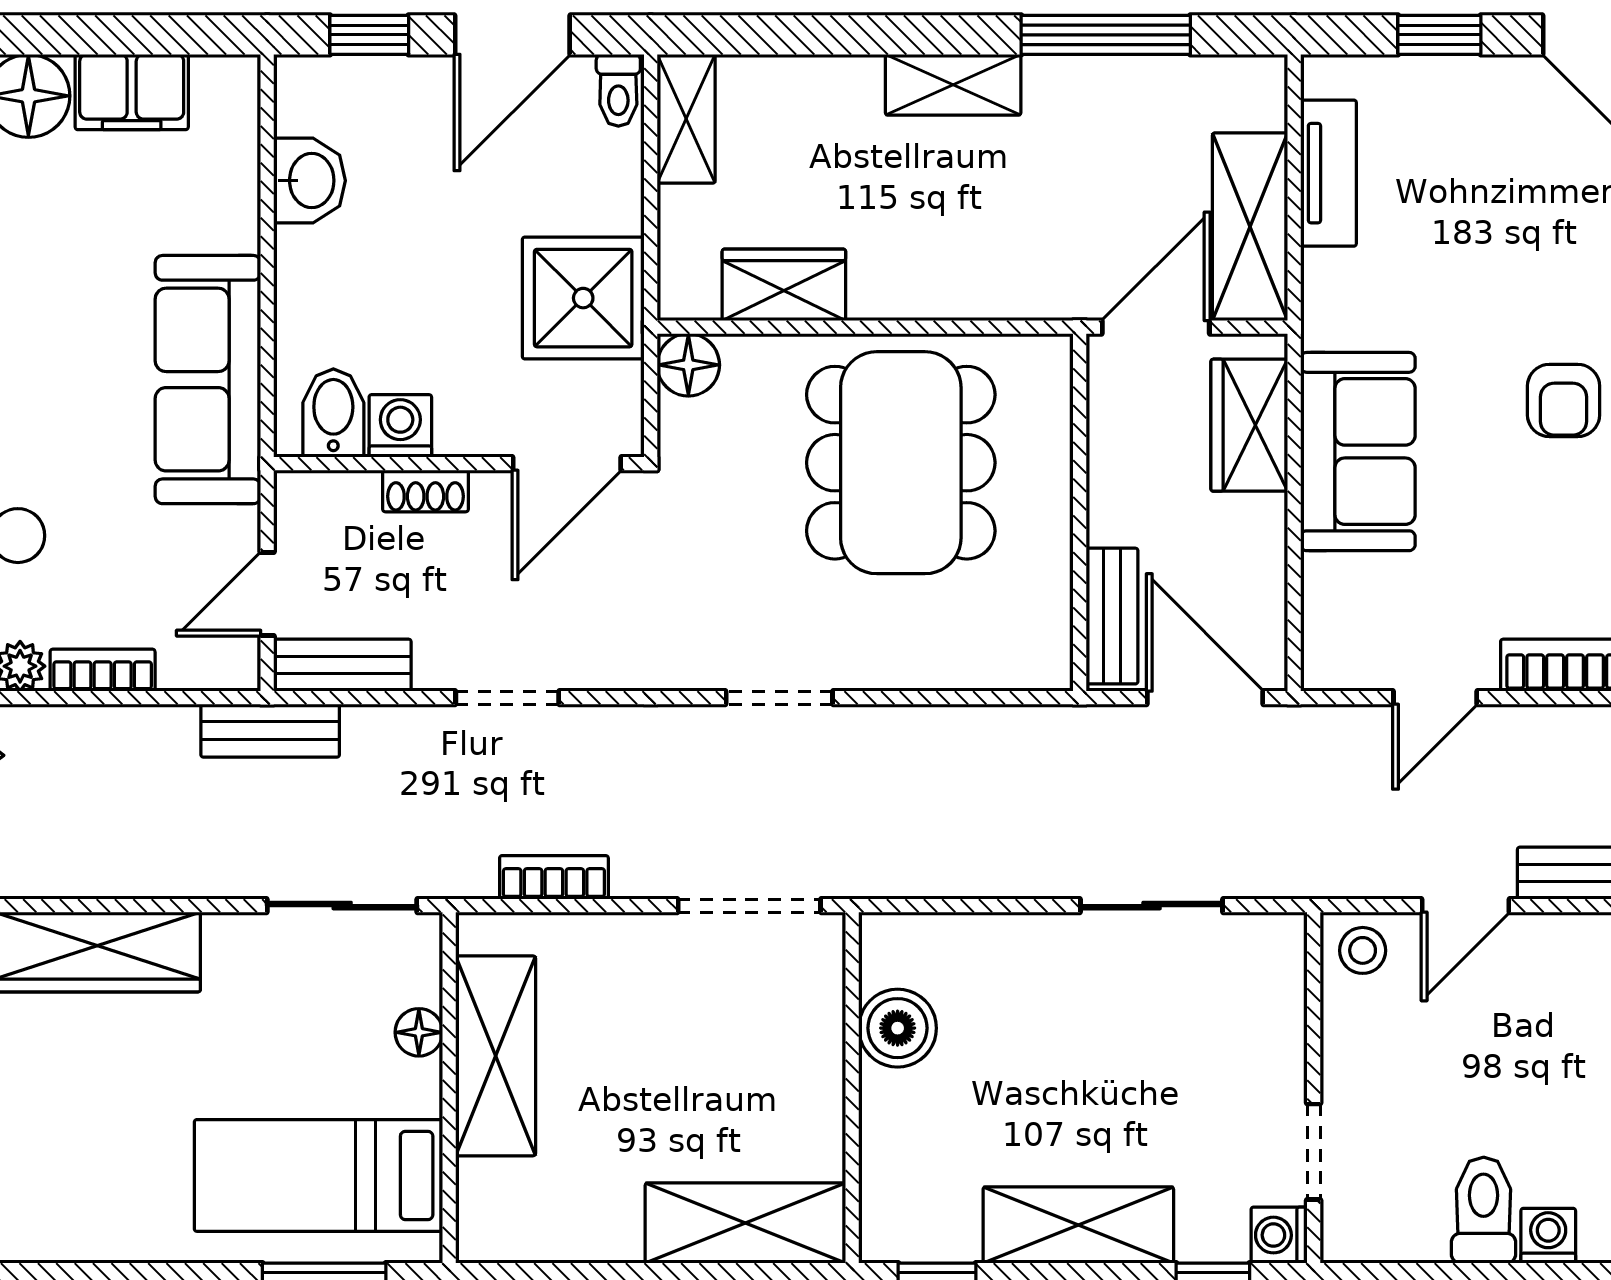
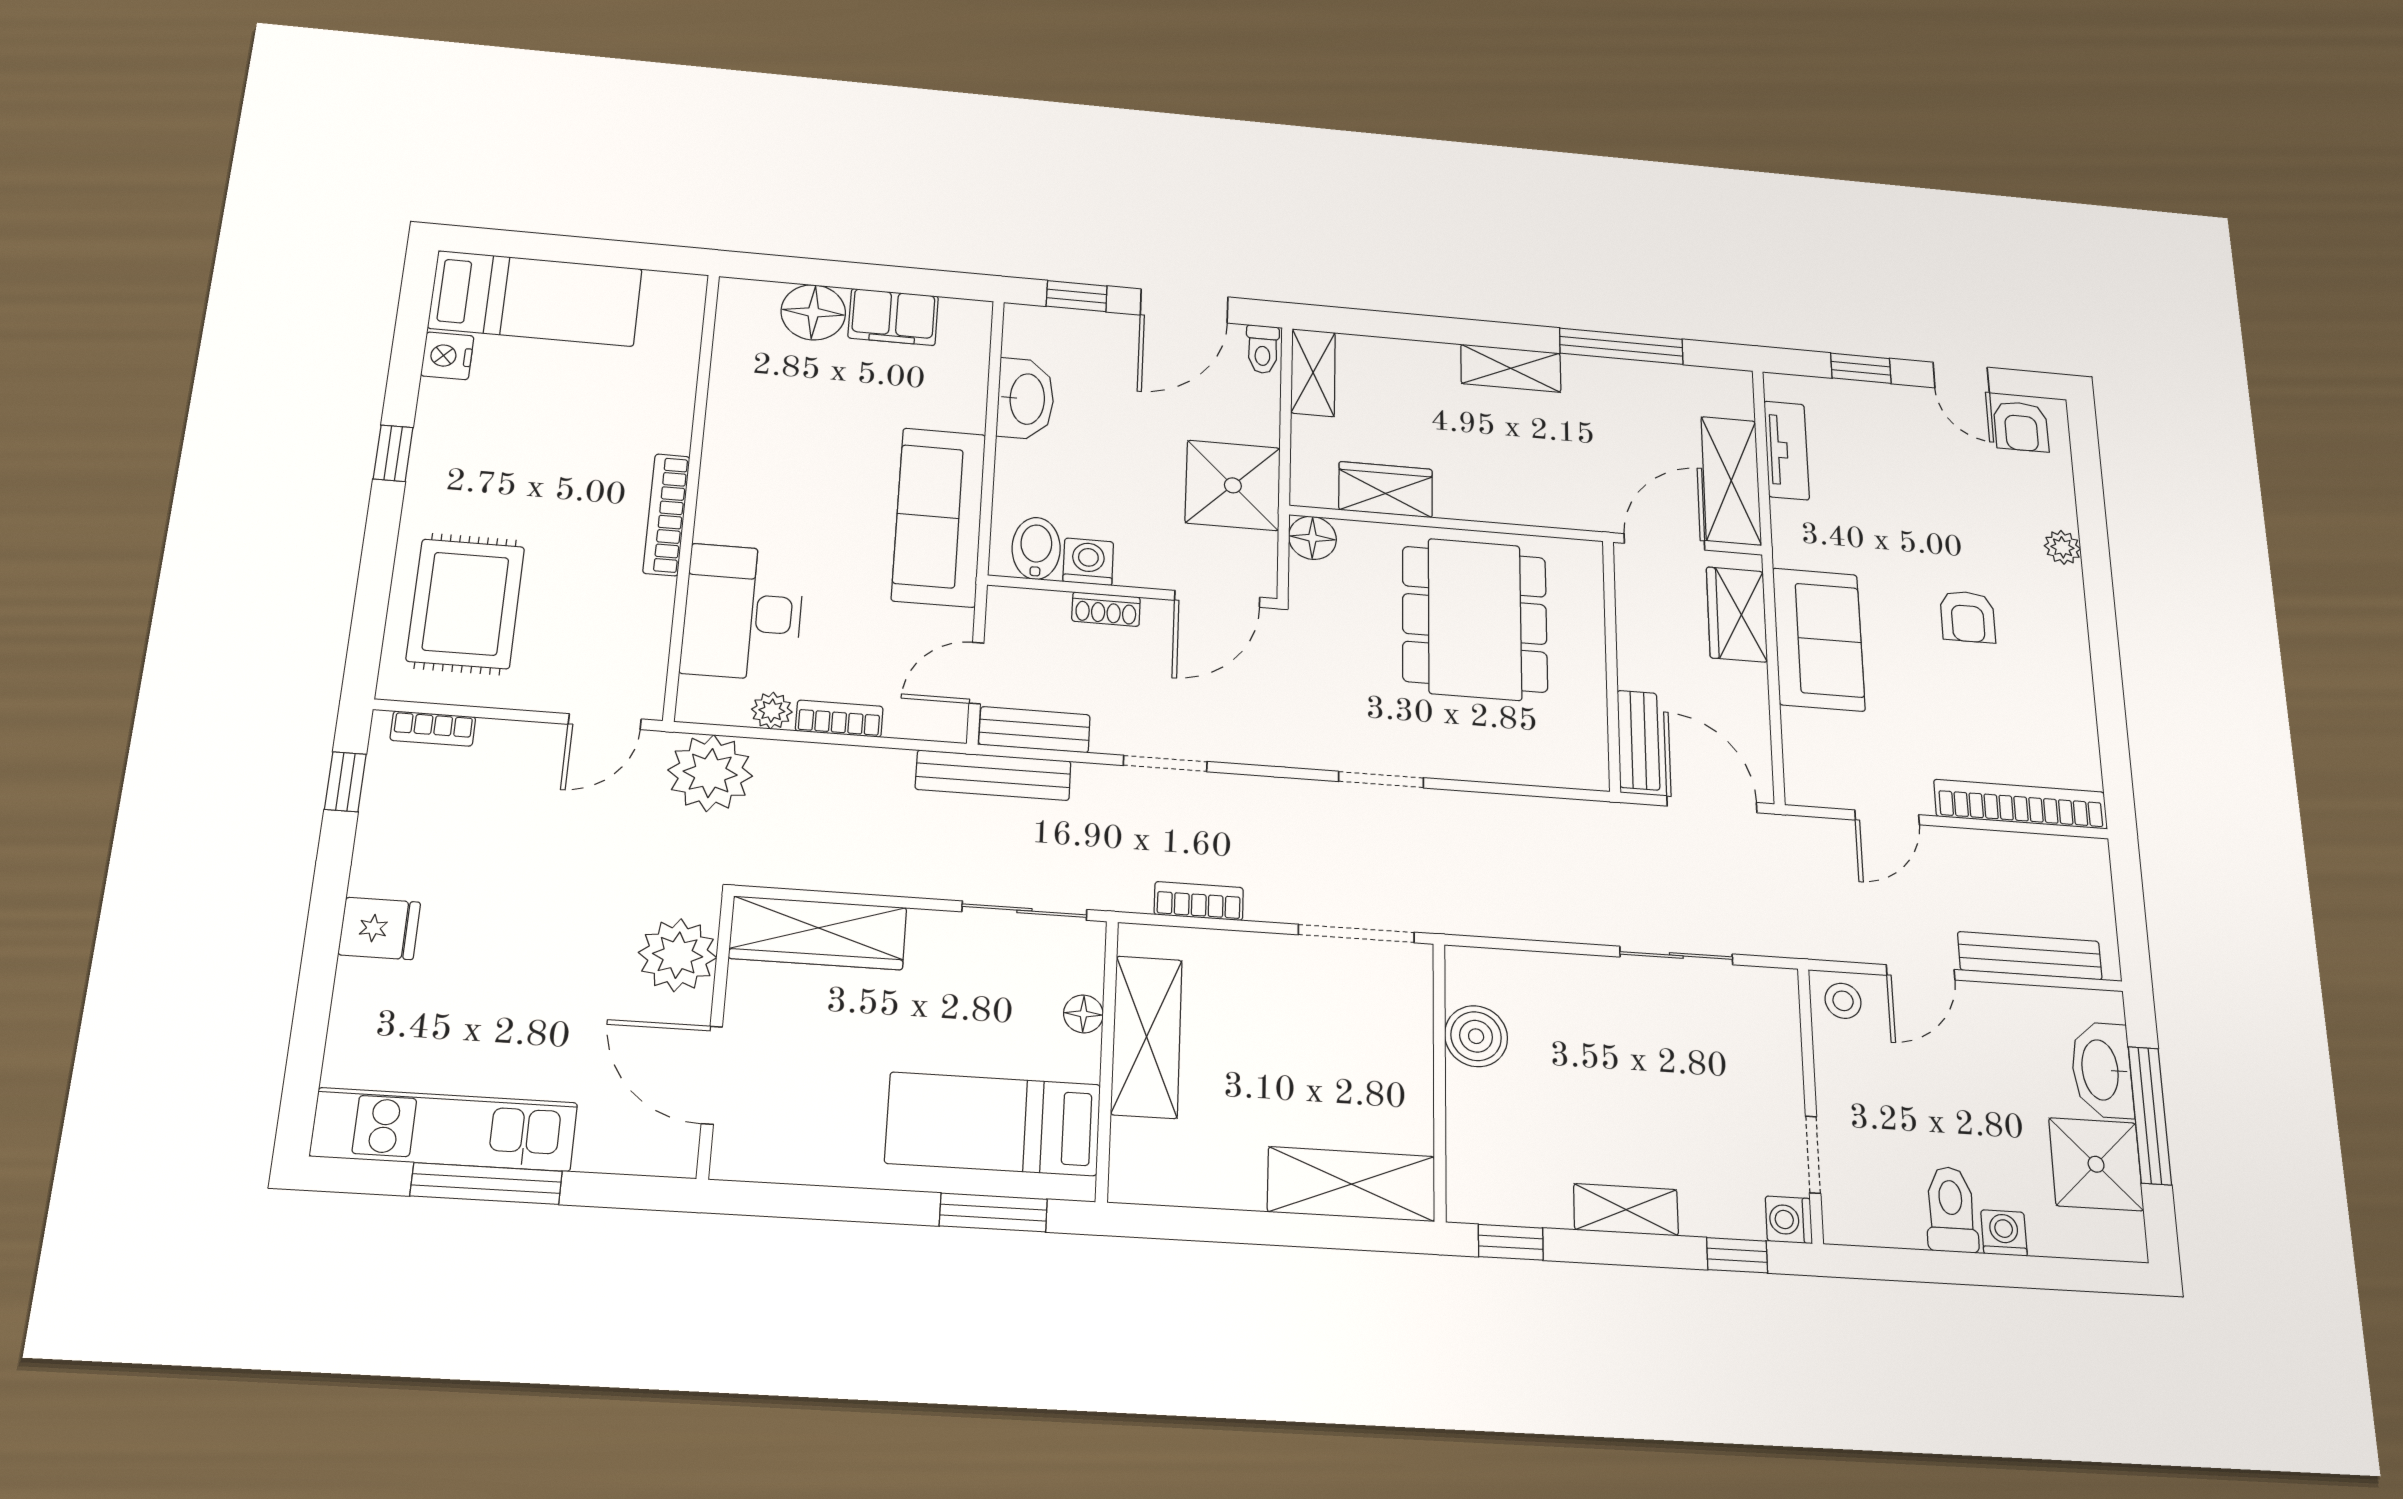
washbasin: (310, 181) -> (1026, 399), width x1.38
bench: (270, 731) -> (993, 775), width x1.36
shelving: (1078, 1225) -> (1626, 1210), width x0.67, depth x0.75

